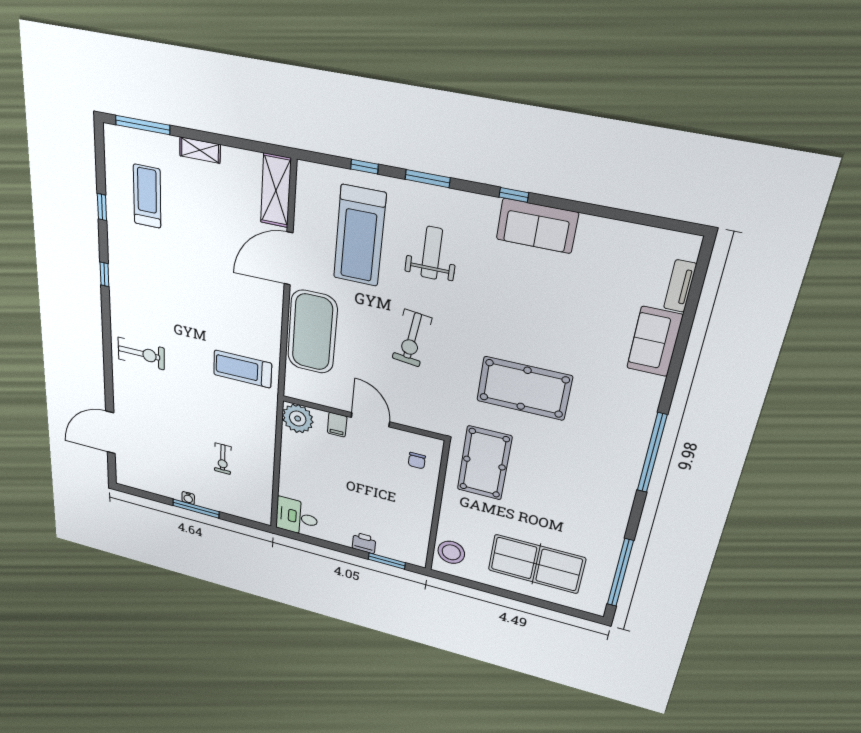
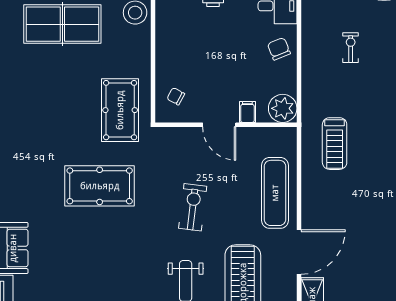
exercise mat: (312, 332) -> (275, 193), width x0.68
treadmill: (243, 369) -> (335, 144), turned 90
chair: (417, 461) -> (176, 96), turned -62
chair: (298, 477) -> (279, 49), added

